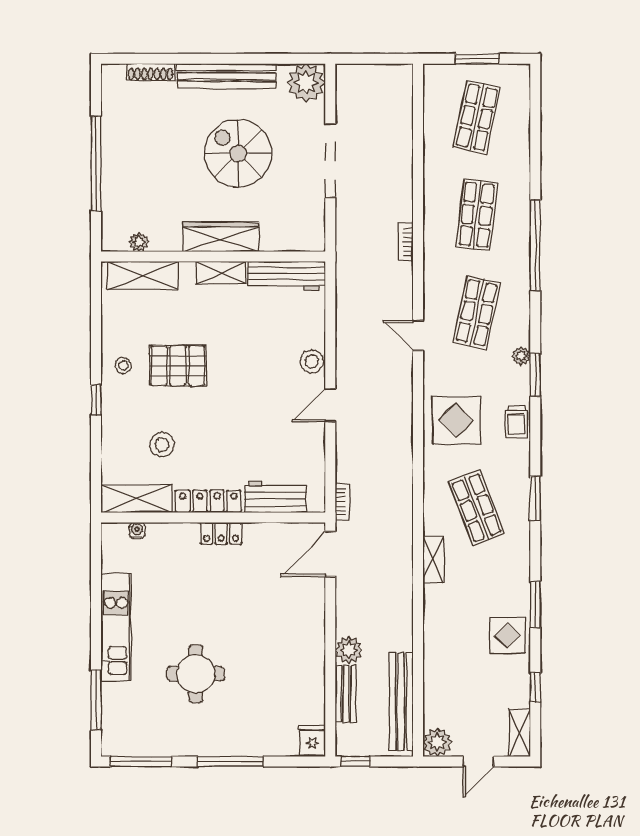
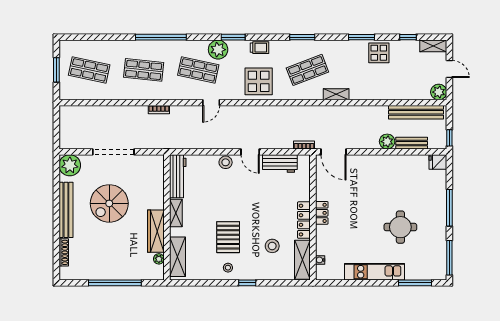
wardrobe: (221, 237) -> (156, 231), moved
plant: (521, 356) -> (218, 50), width x1.88, depth x1.88
workbench: (275, 497) -> (280, 164), moved, turned -90

